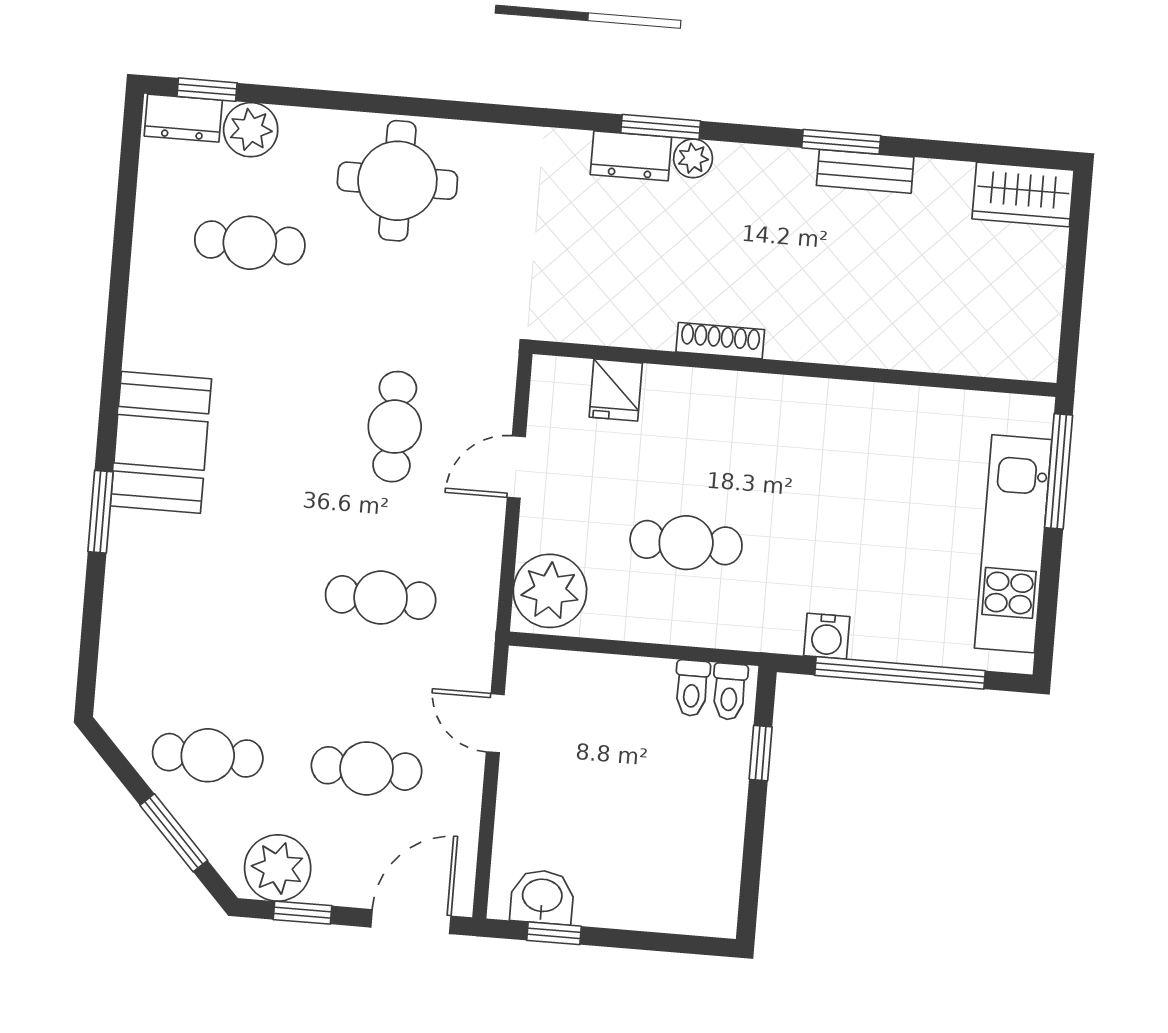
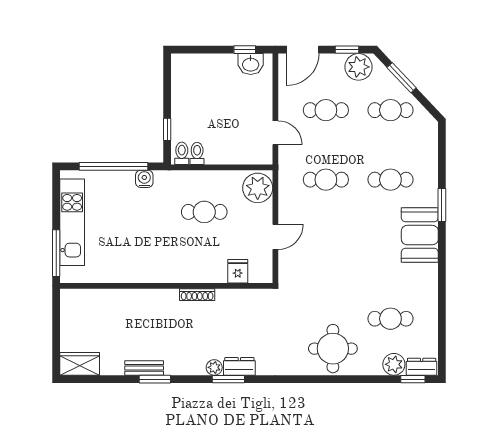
cafe table: (395, 427) -> (390, 180), moved, turned 90

